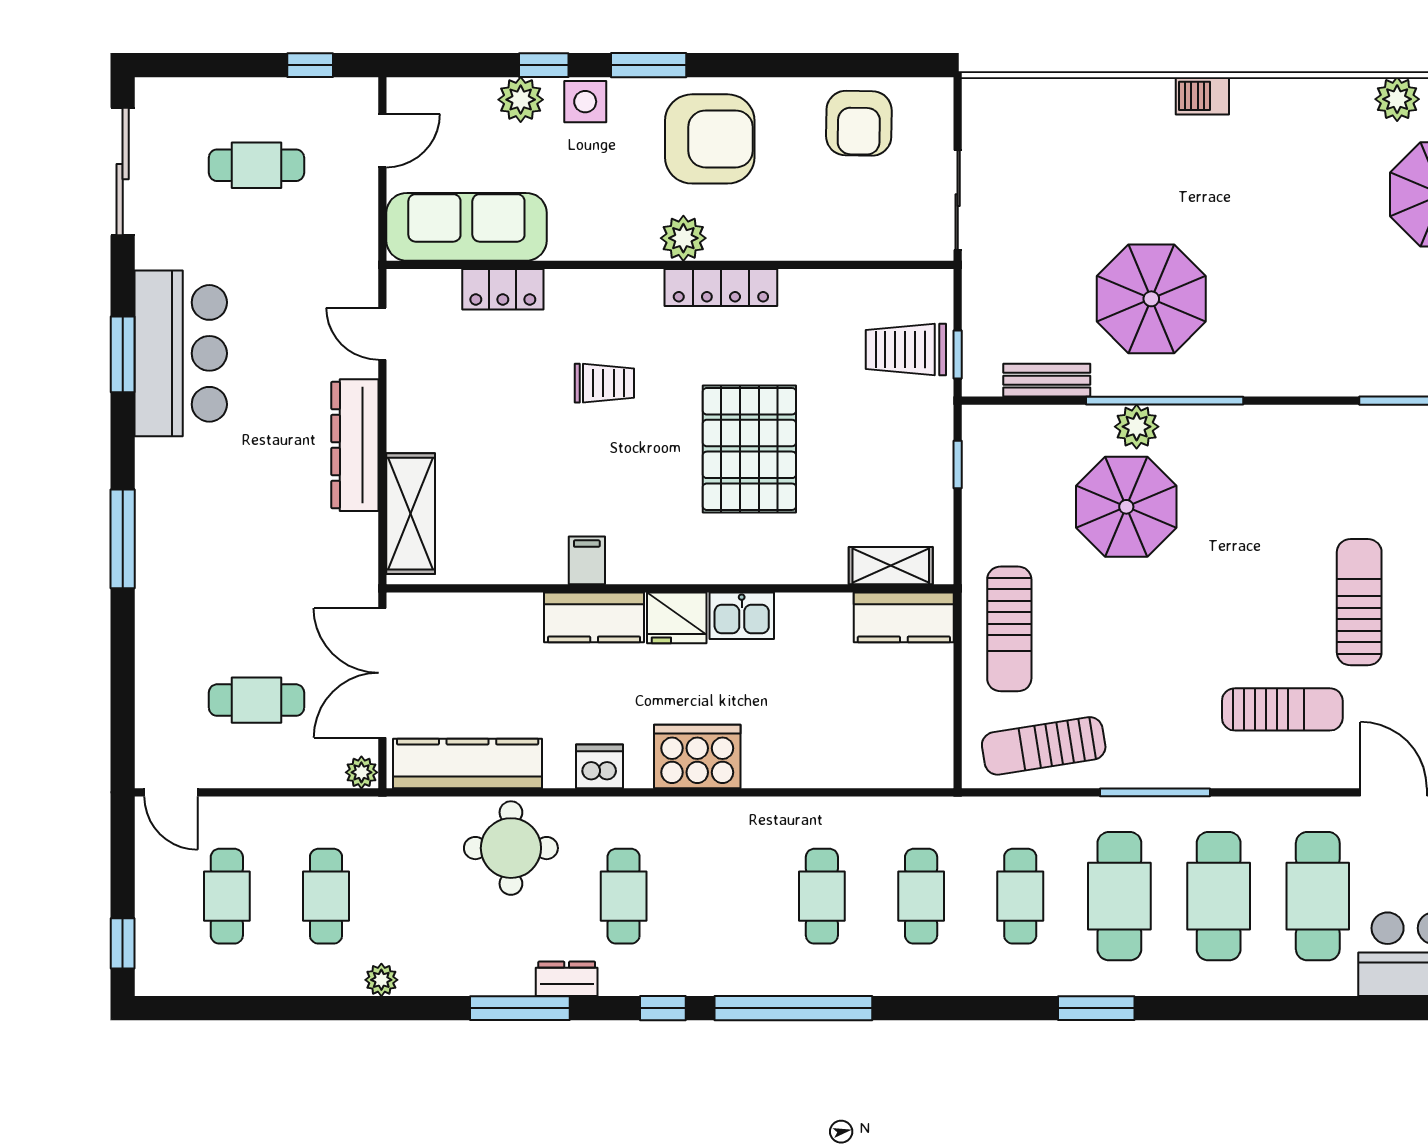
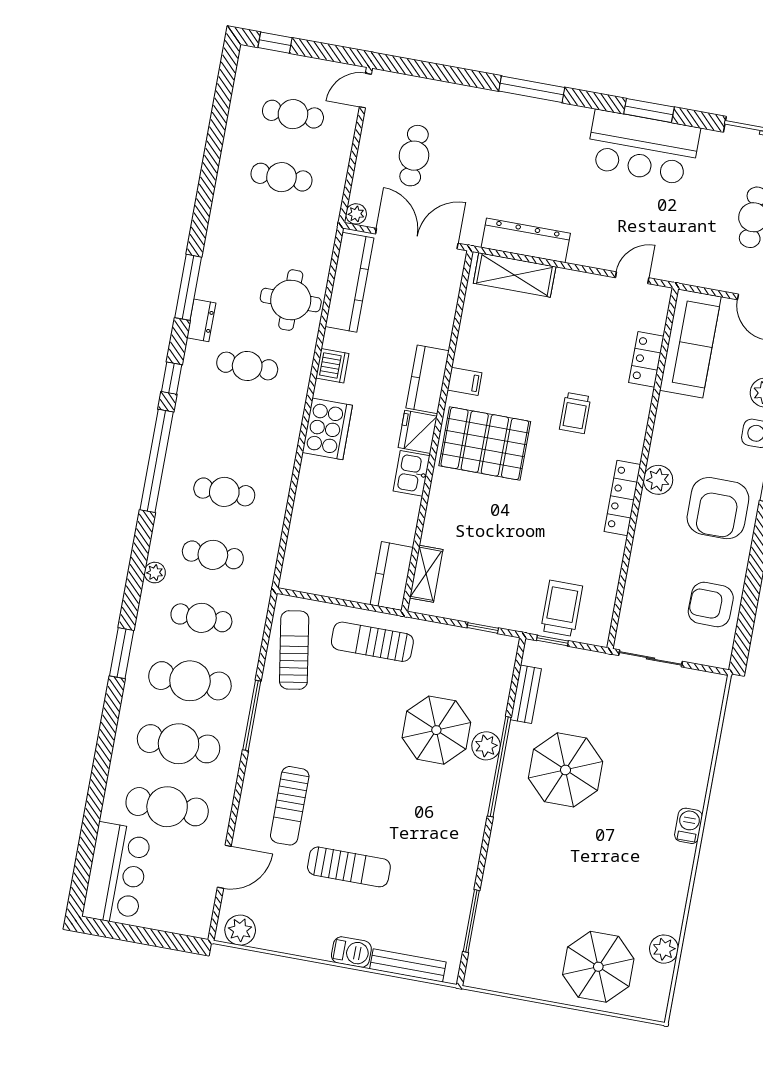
dresser: (355, 445) -> (526, 240), moved
pallet: (749, 449) -> (485, 444), moved
plant: (381, 980) -> (155, 573), moved

